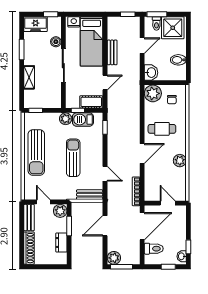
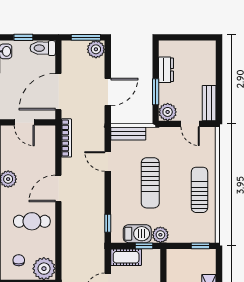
sun lounger: (36, 152) -> (199, 190), width x0.73, depth x0.75
shoe rack: (29, 248) -> (209, 62), removed
toilet: (154, 249) -> (43, 48), moved

